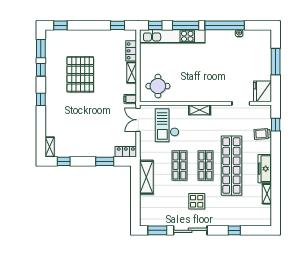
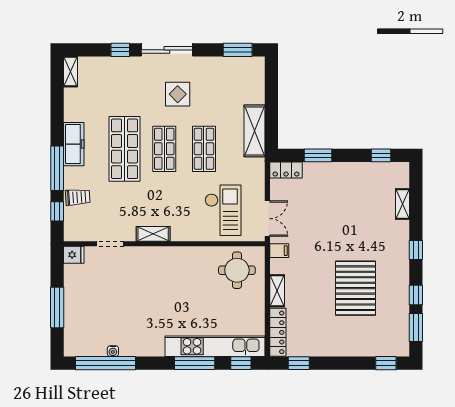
window: (225, 25) -> (106, 363), moved
locker: (131, 51) -> (278, 332), width x1.53
fridge: (262, 91) -> (74, 255), width x0.53, depth x0.75
shelving: (200, 110) -> (153, 234), moved
shelving: (50, 147) -> (403, 204), moved
window: (276, 153) -> (57, 168), added
shop shelf: (231, 166) -> (125, 149), width x0.71
shelving: (267, 194) -> (71, 72), moved
sliding door: (190, 230) -> (167, 50), moved

